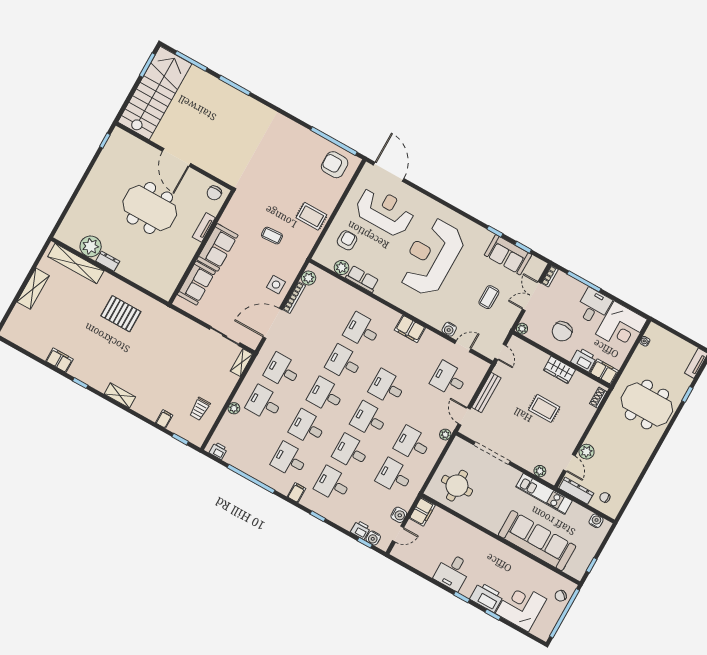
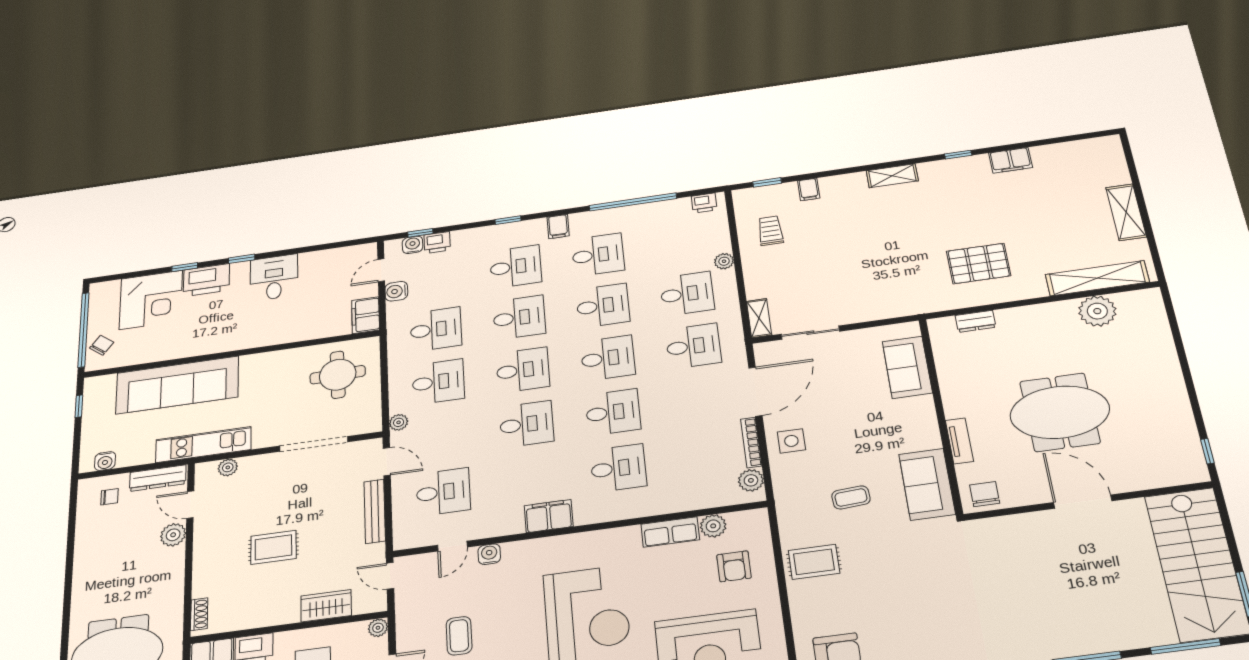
sofa: (217, 247) -> (927, 484), moved
dresser: (108, 261) -> (976, 321), moved
wardrobe: (559, 370) -> (326, 606), moved

